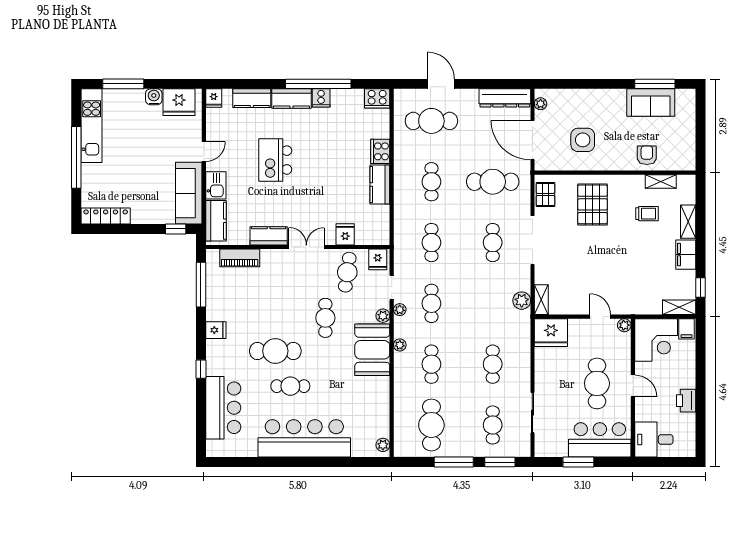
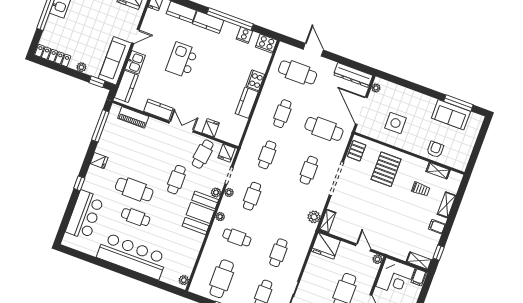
cooker: (321, 98) -> (244, 35), moved
plant: (148, 217) -> (81, 67), added
filing cabinet: (686, 255) -> (437, 227), width x0.50
cafe table: (431, 364) -> (237, 237), turned 90

